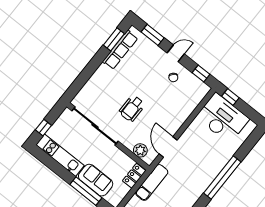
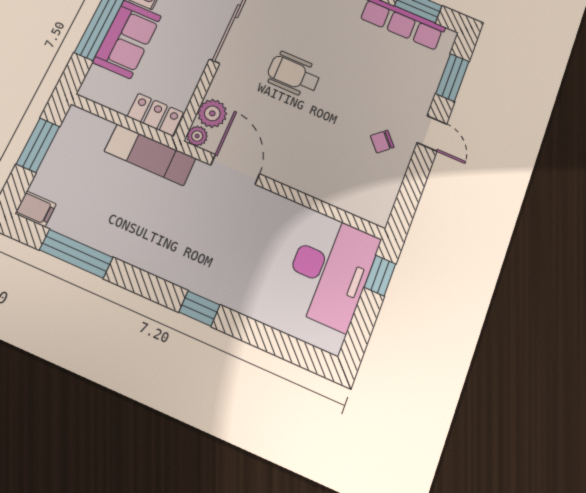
window: (201, 74) -> (409, 197), removed
door: (168, 147) -> (235, 170), hinge flipped
plant: (149, 160) -> (197, 136), added
window: (222, 178) -> (200, 309), width x0.32

